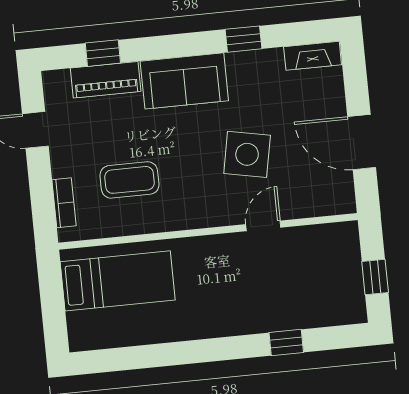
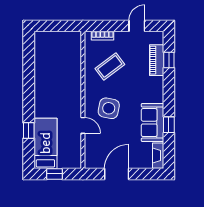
sofa: (184, 81) -> (152, 123), moved
side table: (247, 154) -> (109, 108), moved
coffee table: (129, 180) -> (110, 66), turned 53
bed: (118, 281) -> (45, 143), moved, turned 180

